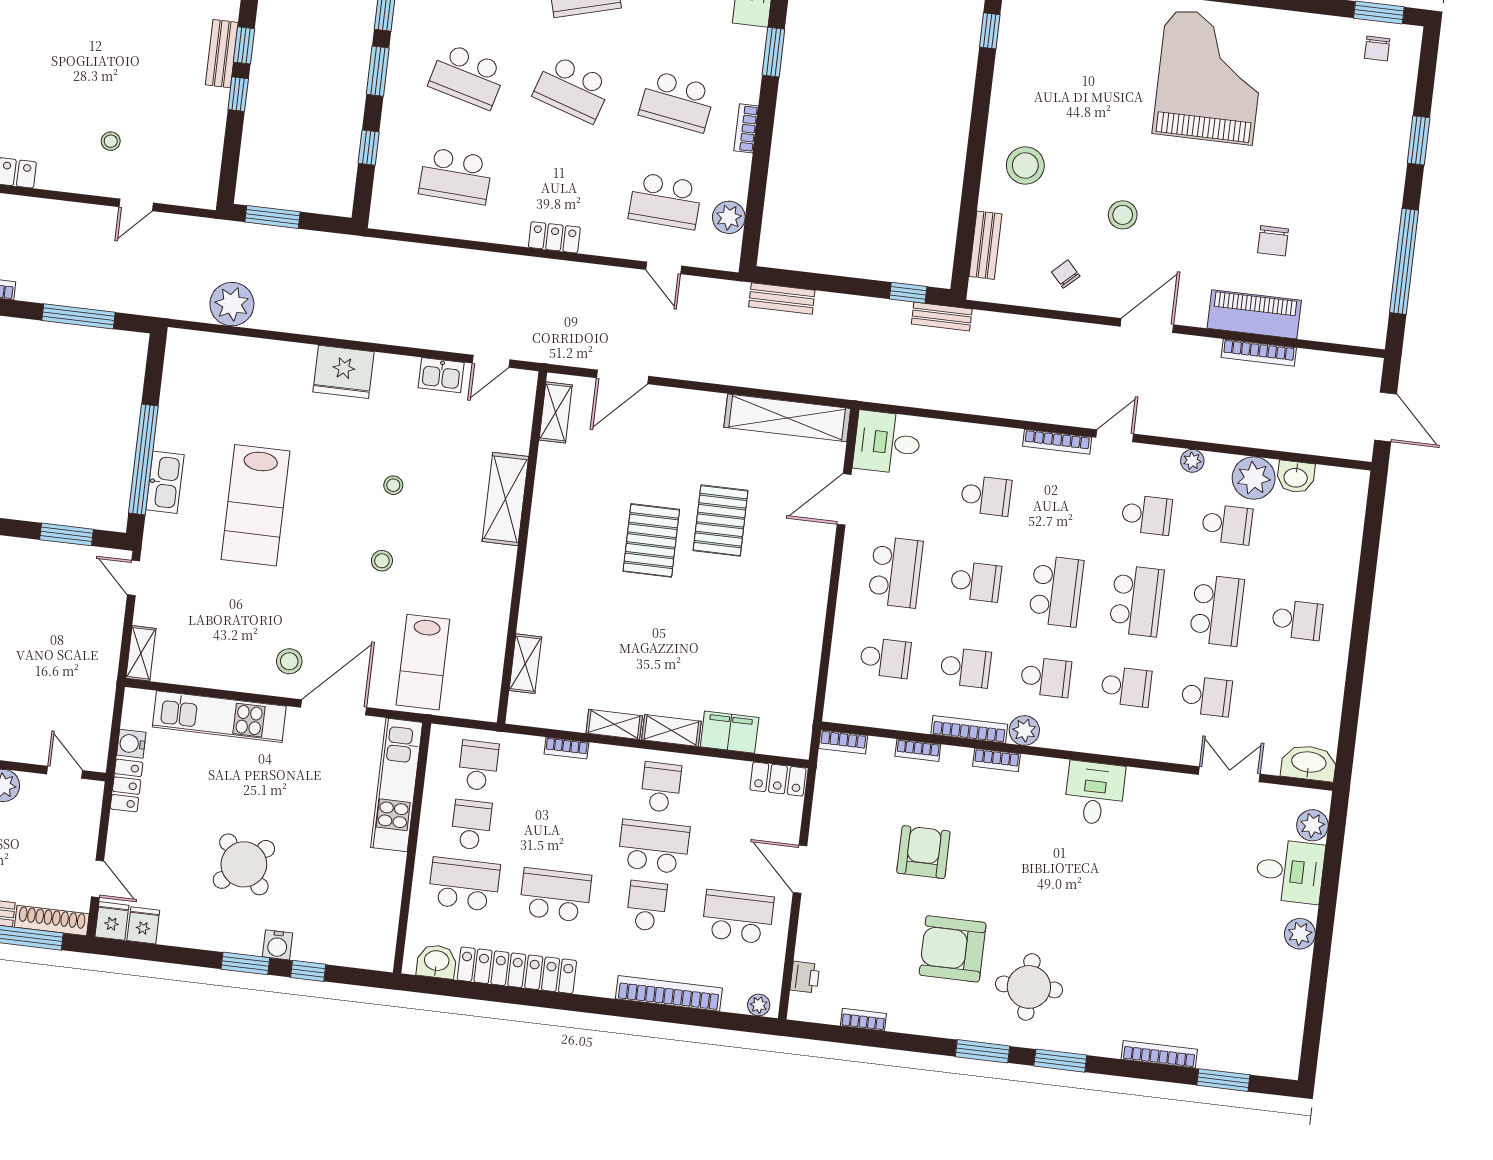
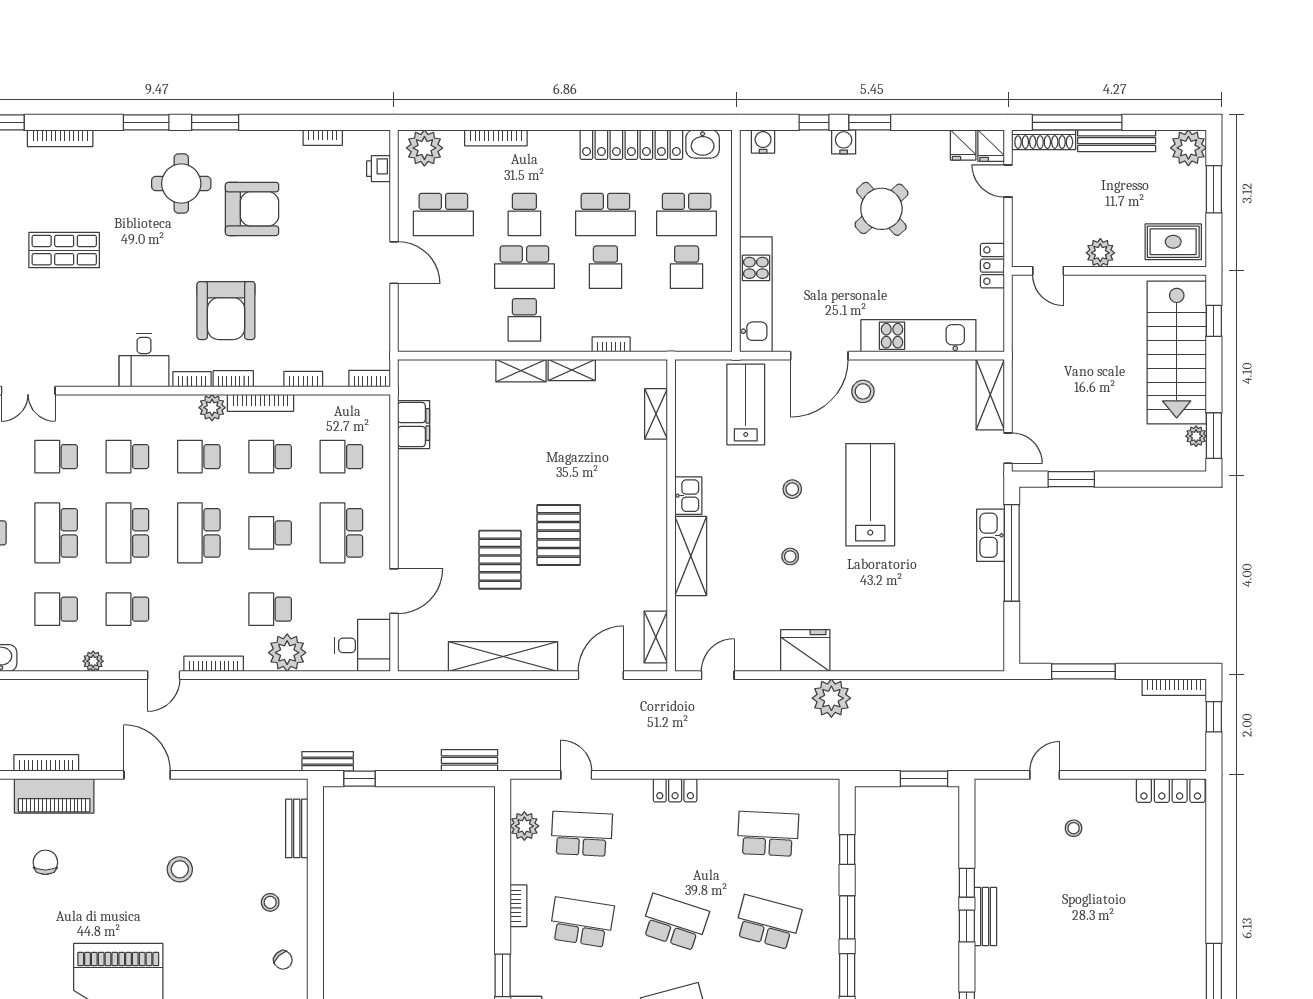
stool: (1025, 166) -> (270, 902), width x0.53, depth x0.53
chair: (1066, 274) -> (283, 960), moved
plant: (232, 304) -> (831, 698), moved
door: (1147, 325) -> (147, 775), swing flipped
fridge: (343, 372) -> (805, 651), moved
kitchen sink: (441, 375) -> (688, 496), moved, turned 90
shelving: (787, 418) -> (503, 657), moved
plant: (1254, 478) -> (287, 653), moved
lab bench: (255, 505) -> (870, 495), moved
shelving: (141, 653) -> (990, 395), width x1.50, depth x1.33
filing cabinet: (730, 732) -> (414, 425), moved, turned -90
water cooler: (131, 744) -> (763, 141), moved, turned -90
school desk: (478, 765) -> (605, 267), moved
bookcase: (1043, 765) -> (192, 379), added
locker: (778, 779) -> (423, 339), removed
armchair: (923, 852) -> (226, 311), moved, width x1.36, depth x1.36
shop shelf: (1170, 928) -> (64, 250), added
bookcase: (669, 993) -> (496, 138), width x0.68, depth x0.76
plant: (759, 1005) -> (424, 148), width x1.87, depth x1.87

